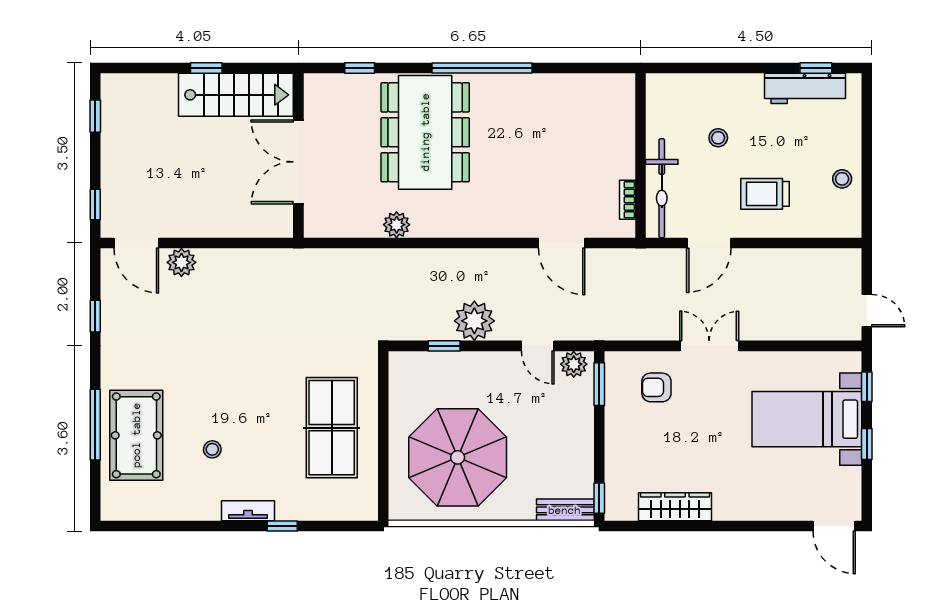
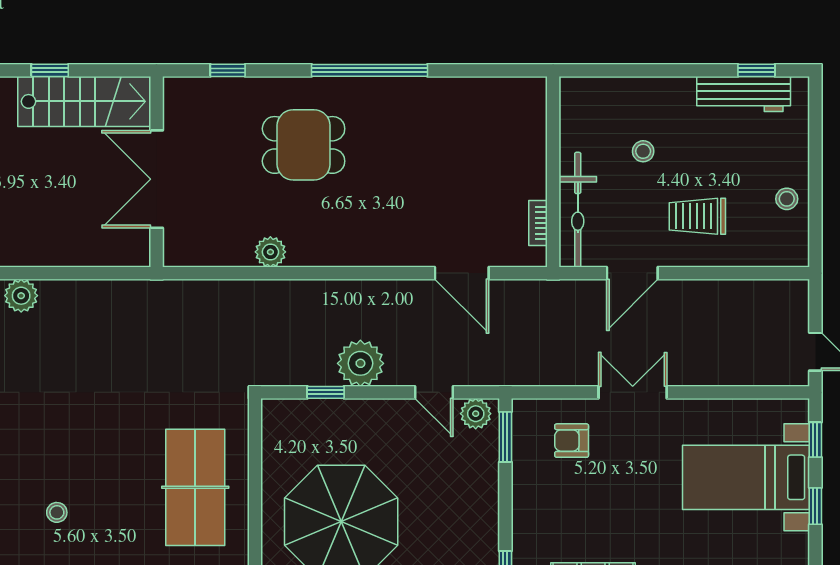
dining table: (425, 132) -> (304, 145), width x0.53, depth x0.80

